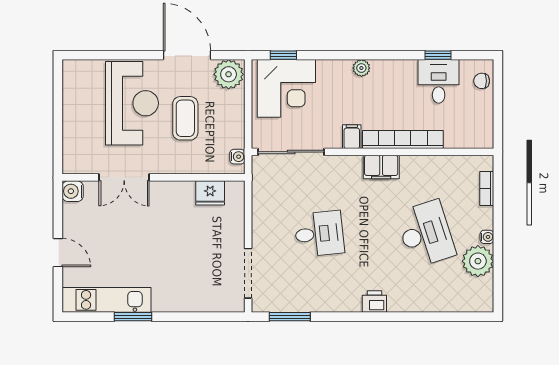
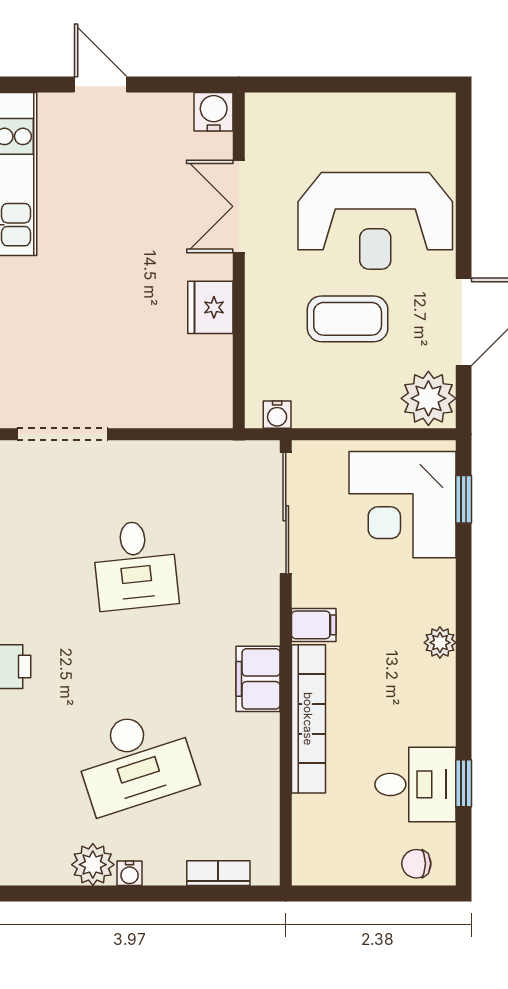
chair: (482, 81) -> (416, 864), turned -90
fridge: (210, 193) -> (210, 307), moved
door: (58, 253) -> (101, 84), swing flipped
plant: (478, 261) -> (93, 865), width x0.73, depth x0.73

